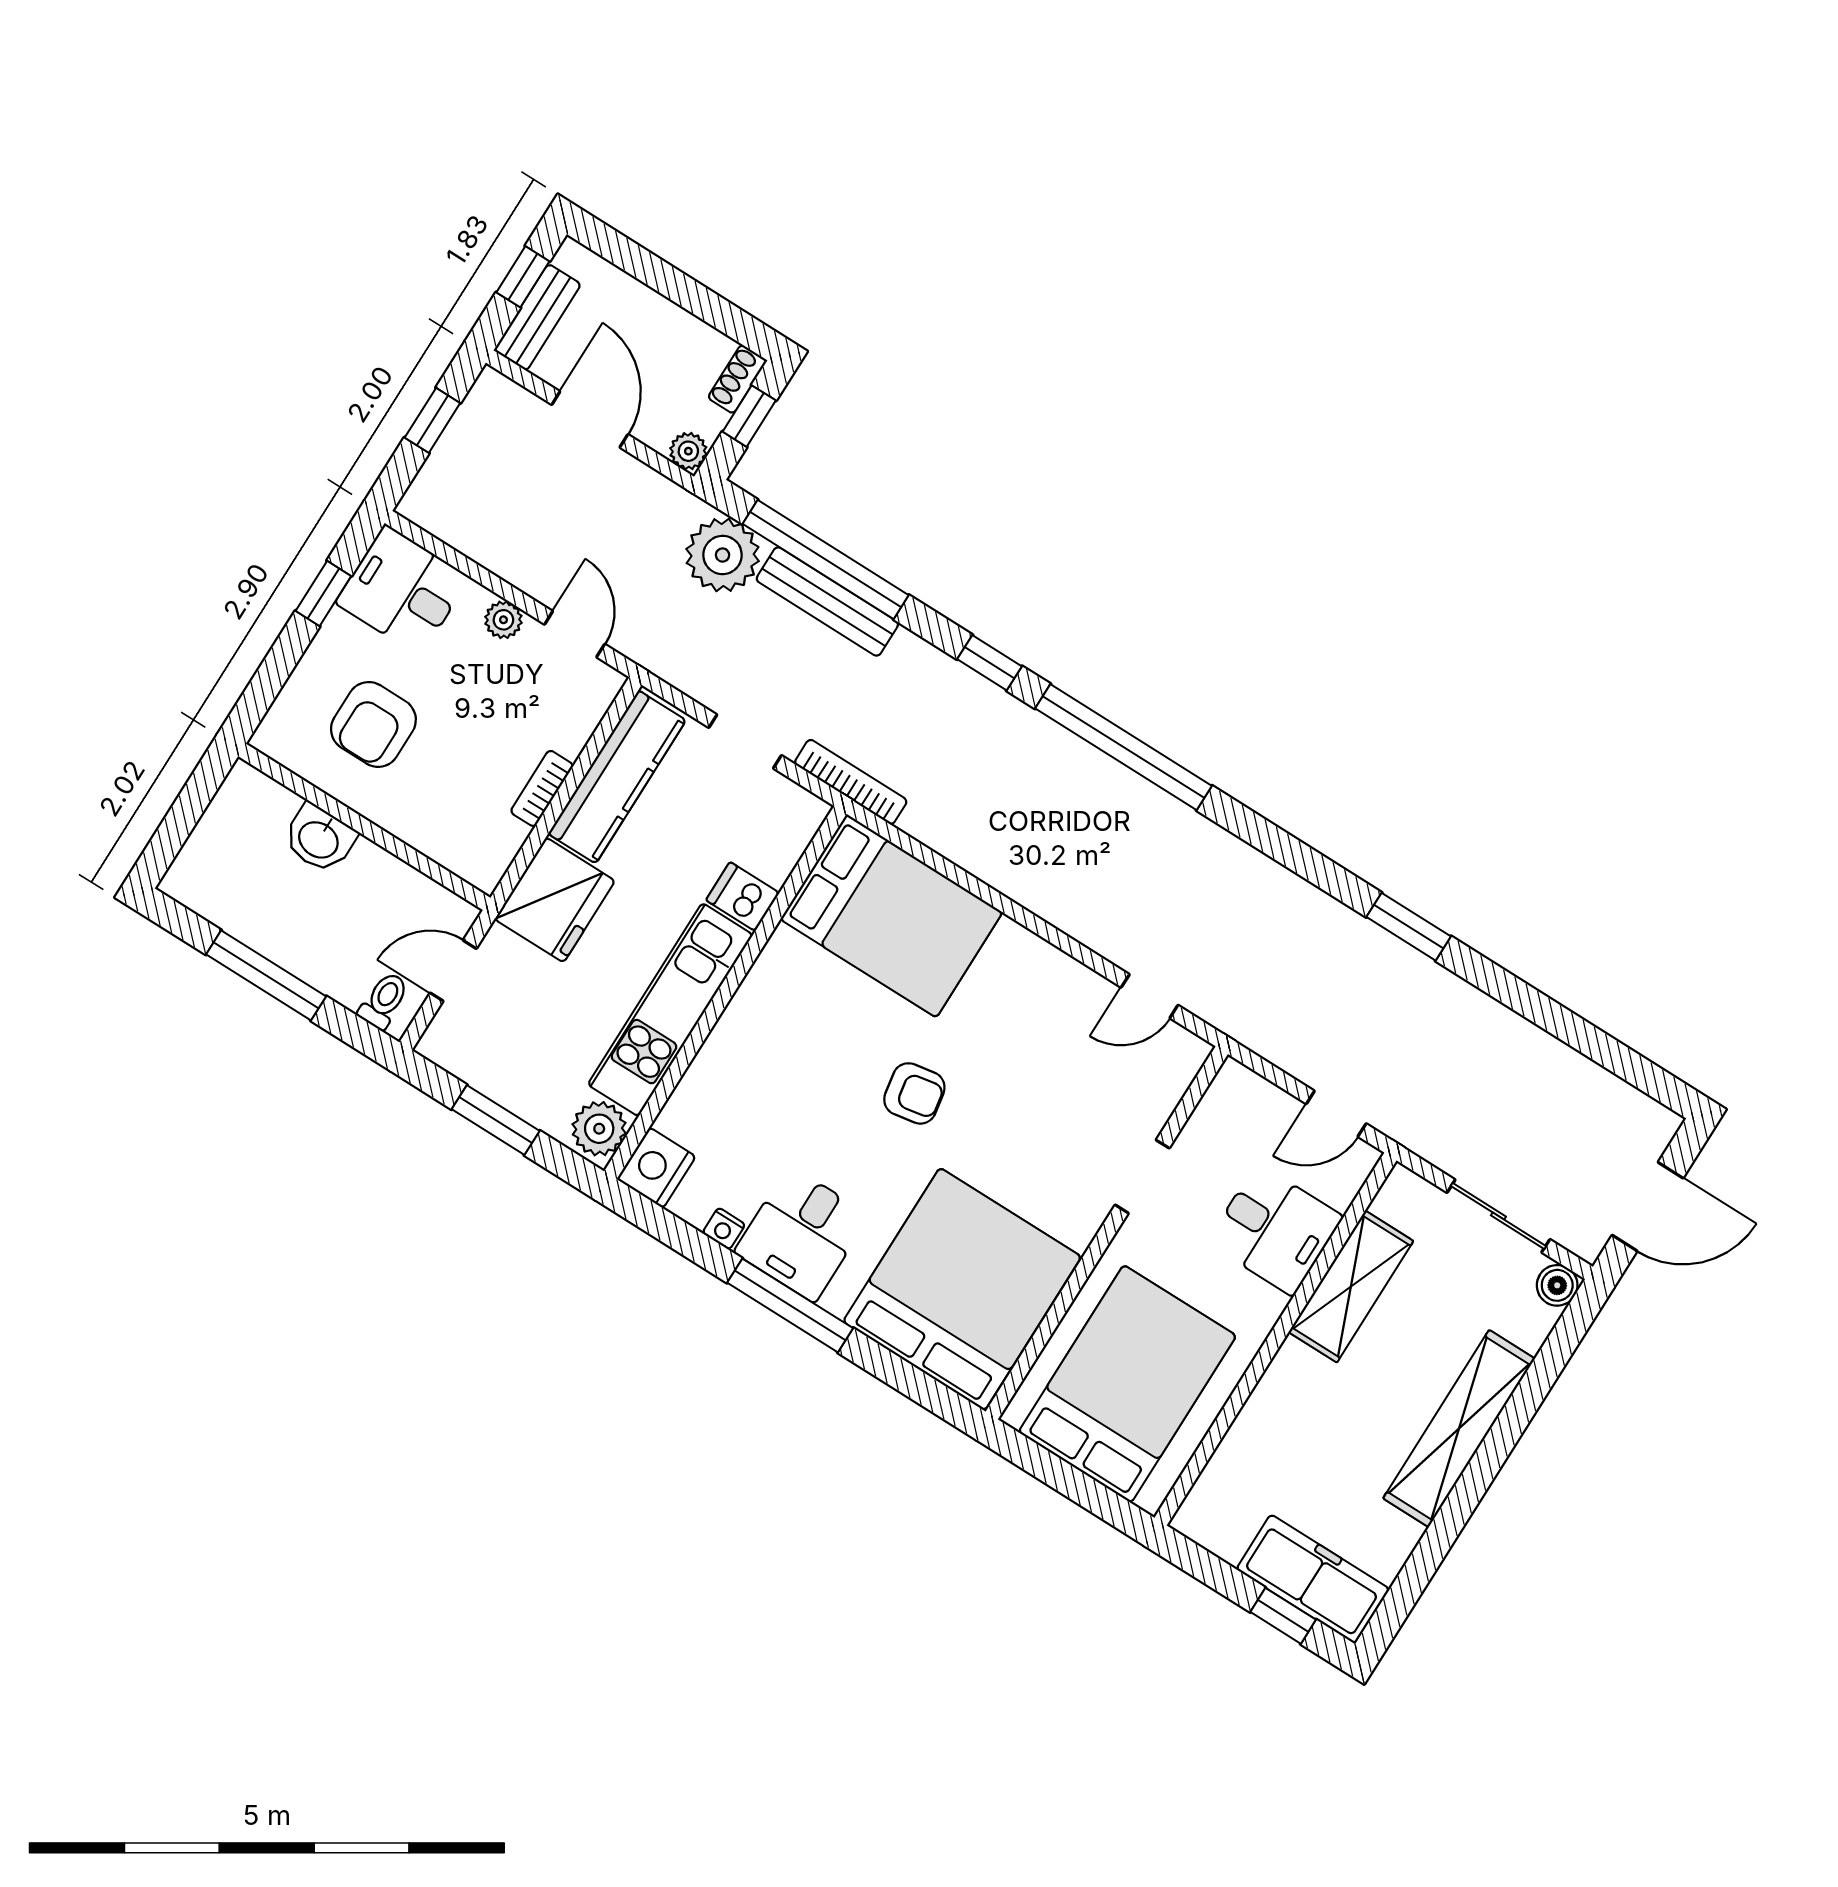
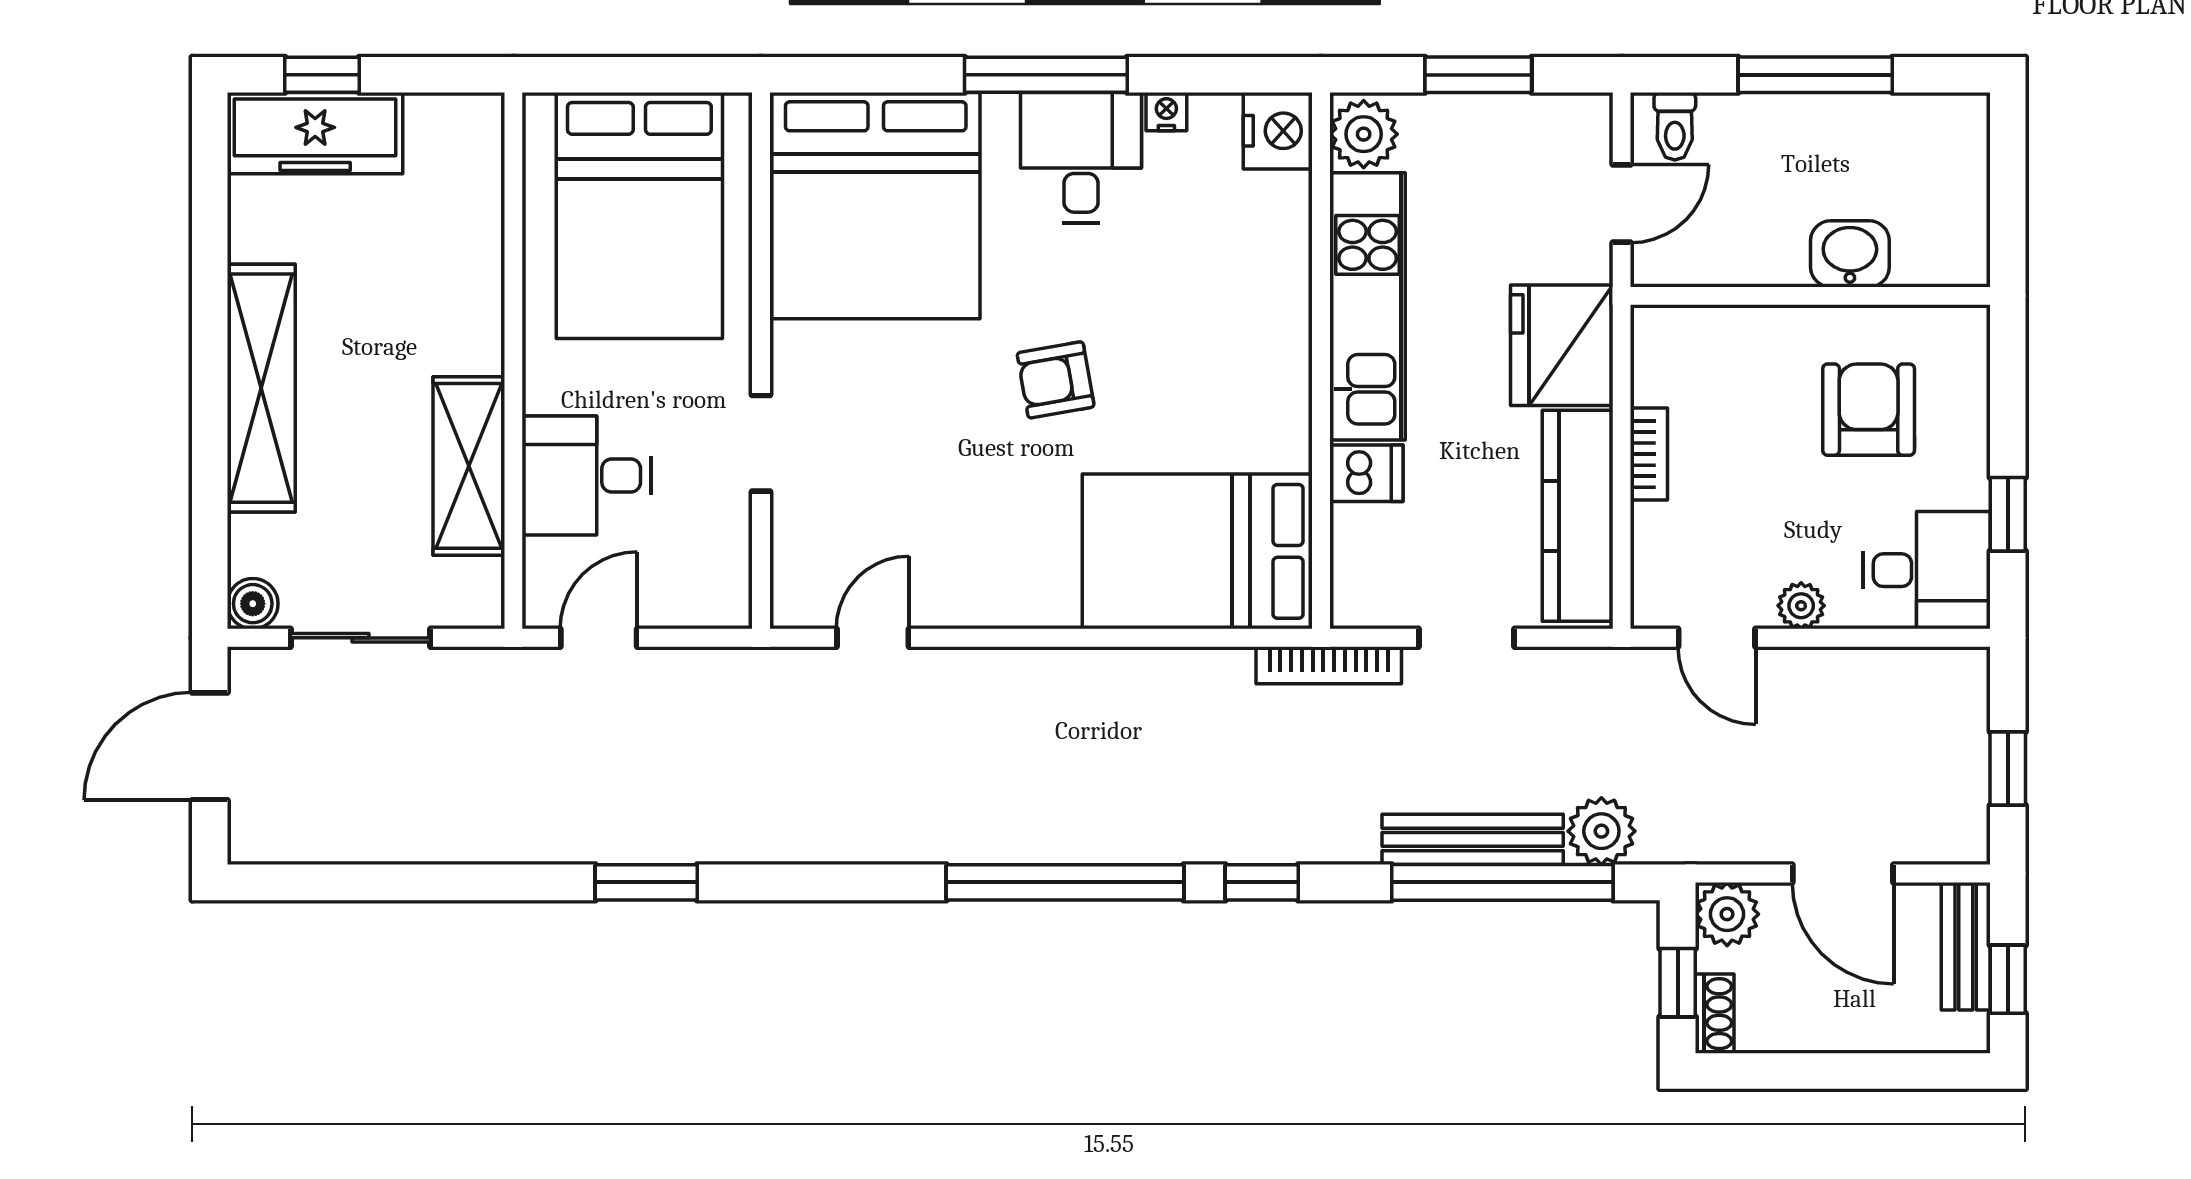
plant: (688, 451) -> (1727, 914), width x1.38, depth x1.38
plant: (723, 555) -> (1601, 831), width x0.73, depth x0.73

